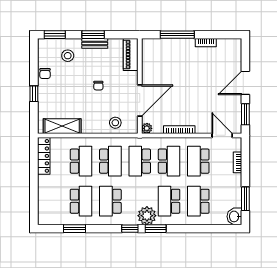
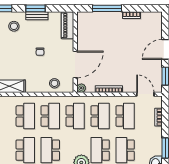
school desk: (140, 161) -> (75, 116), turned 180
school desk: (198, 161) -> (125, 116), turned 180

